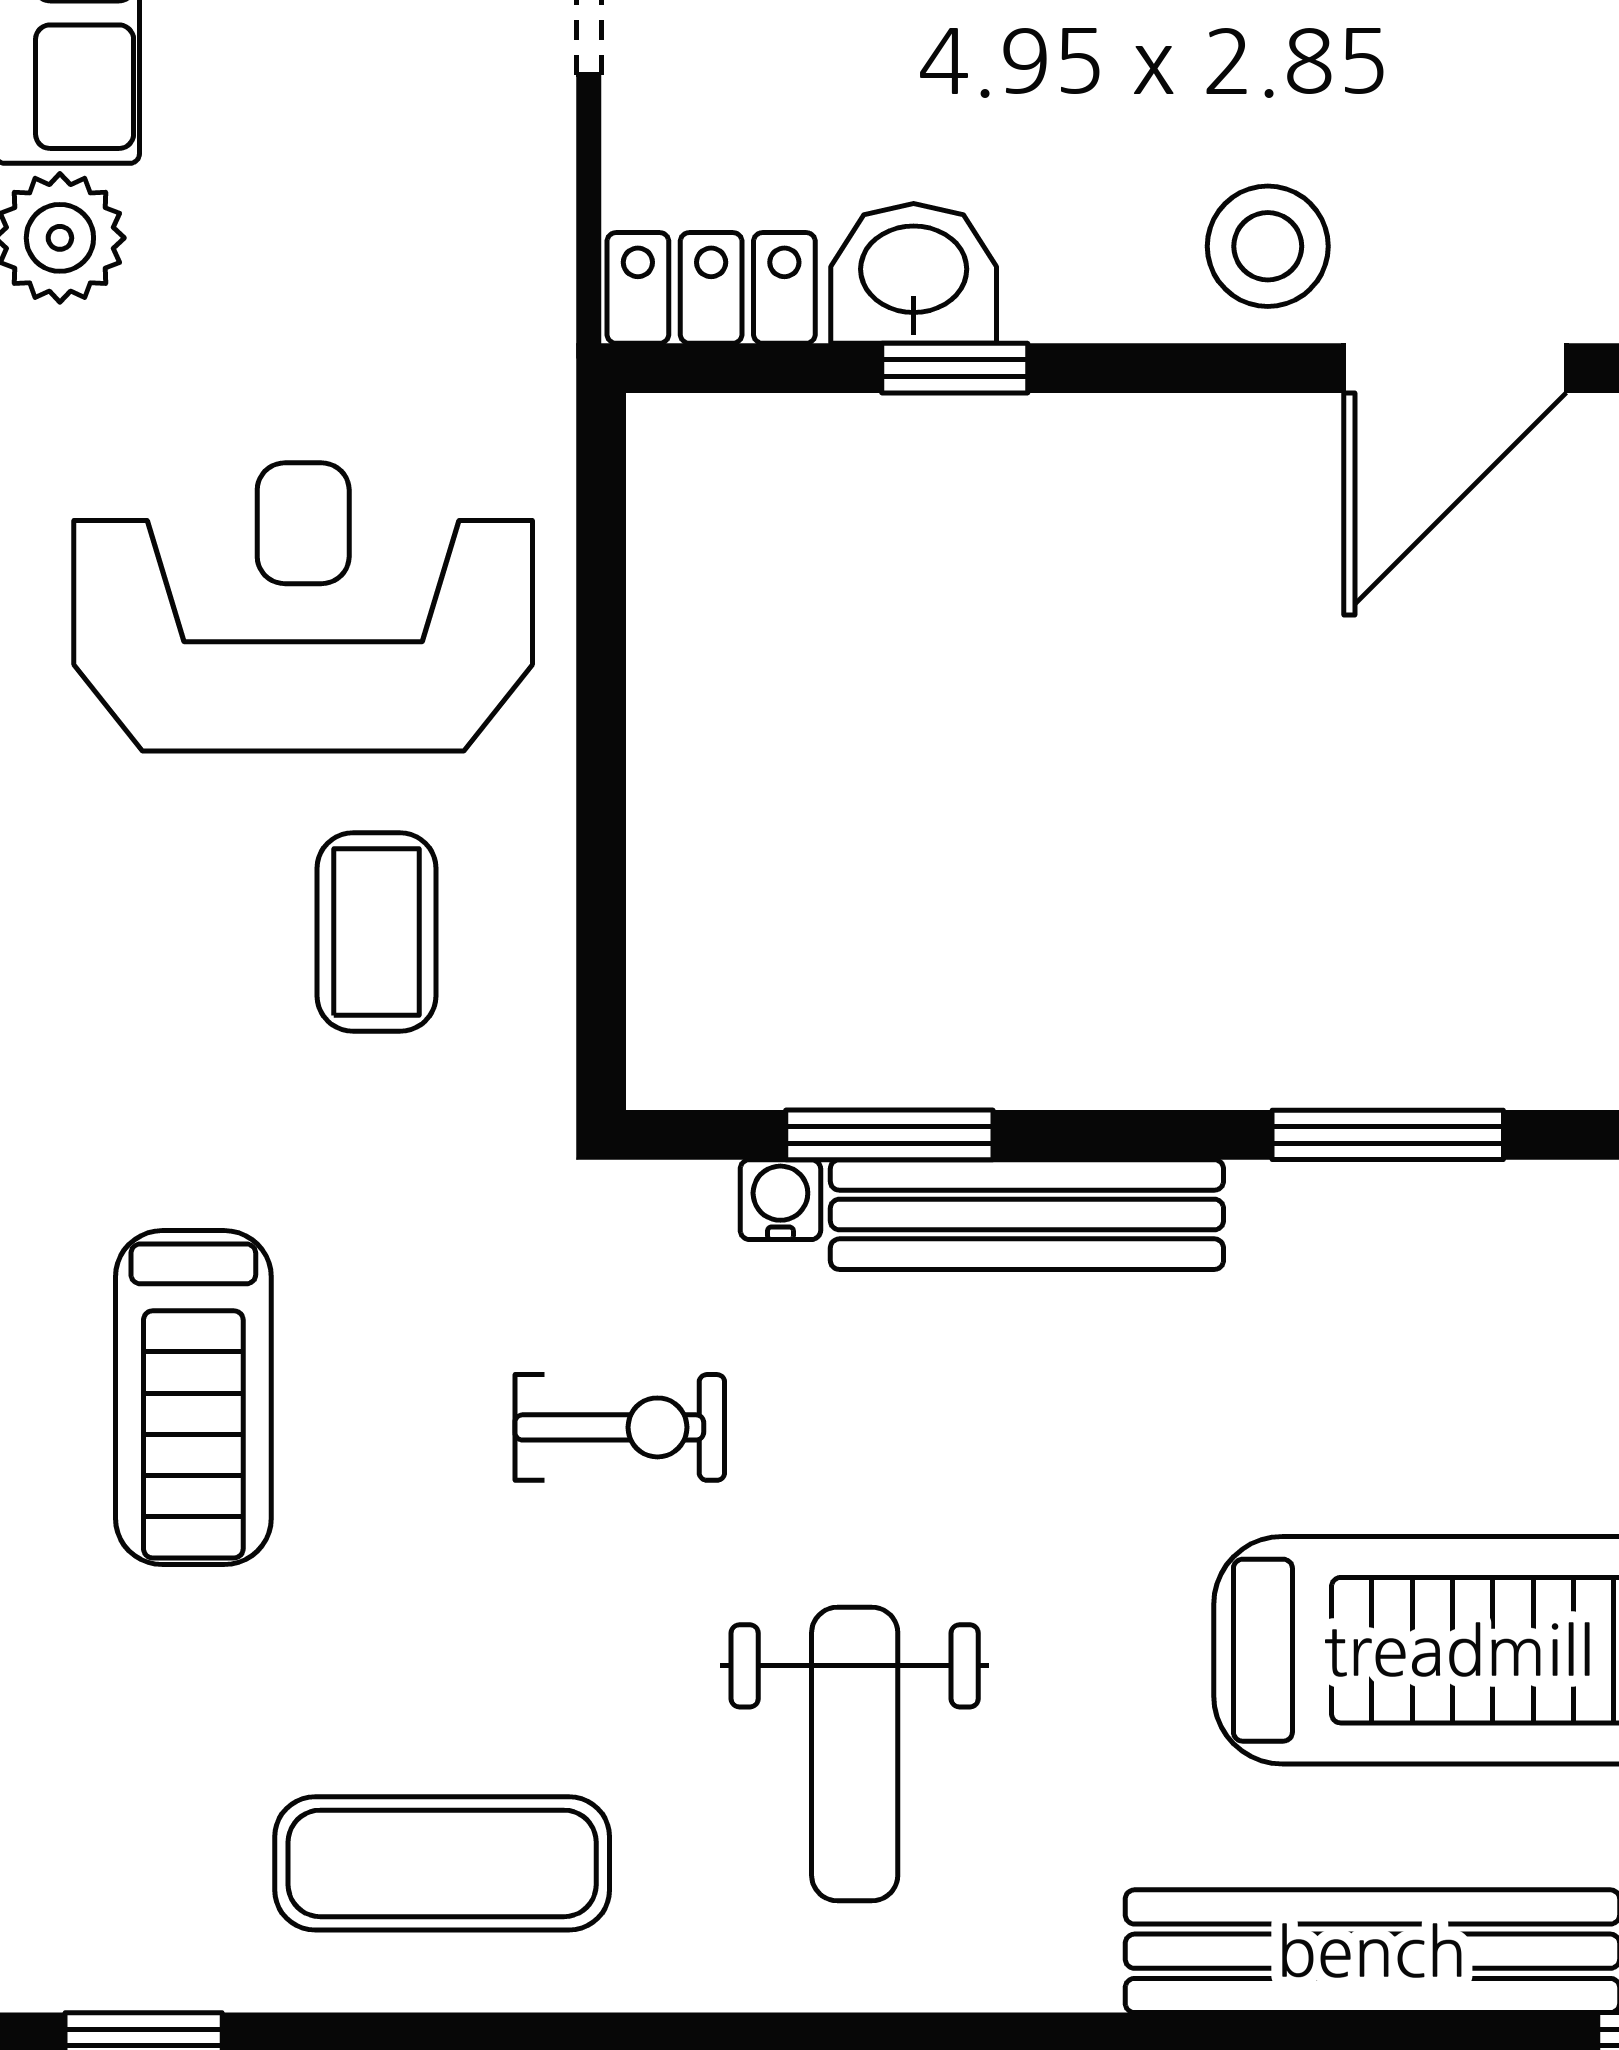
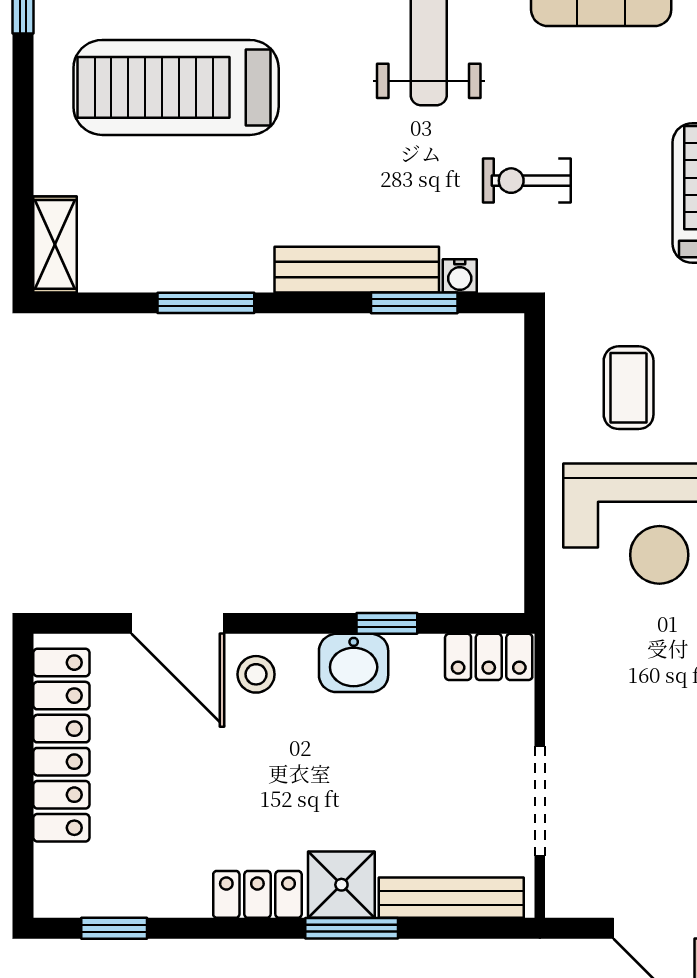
stool: (1268, 246) -> (256, 674), width x0.73, depth x0.73
washbasin: (914, 273) -> (354, 663), moved
door: (1455, 368) -> (178, 623), swing flipped

